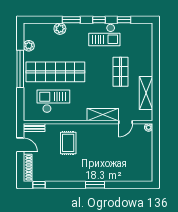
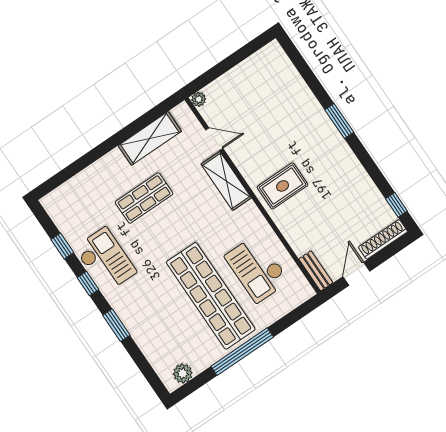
plant: (60, 29) -> (141, 333), removed
plant: (29, 46) -> (183, 373), moved
rug: (68, 143) -> (283, 186), moved

